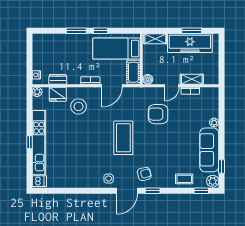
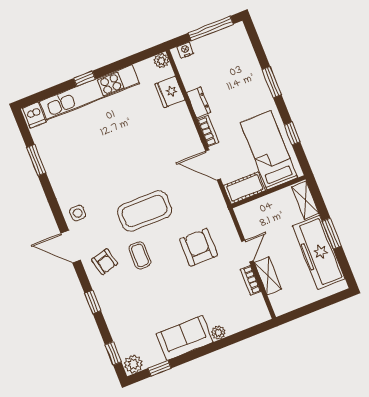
window: (101, 31) -> (292, 134), moved
window: (192, 31) -> (332, 234), moved
window: (29, 54) -> (211, 28), added
dresser: (58, 79) -> (199, 102), moved
boiler: (148, 79) -> (242, 213), removed
door: (172, 86) -> (247, 251), swing flipped
stool: (79, 106) -> (164, 129), removed
sofa: (209, 150) -> (185, 338), width x0.73
coffee table: (184, 179) -> (140, 255), moved
window: (67, 191) -> (36, 160), added
window: (153, 191) -> (93, 302), moved

